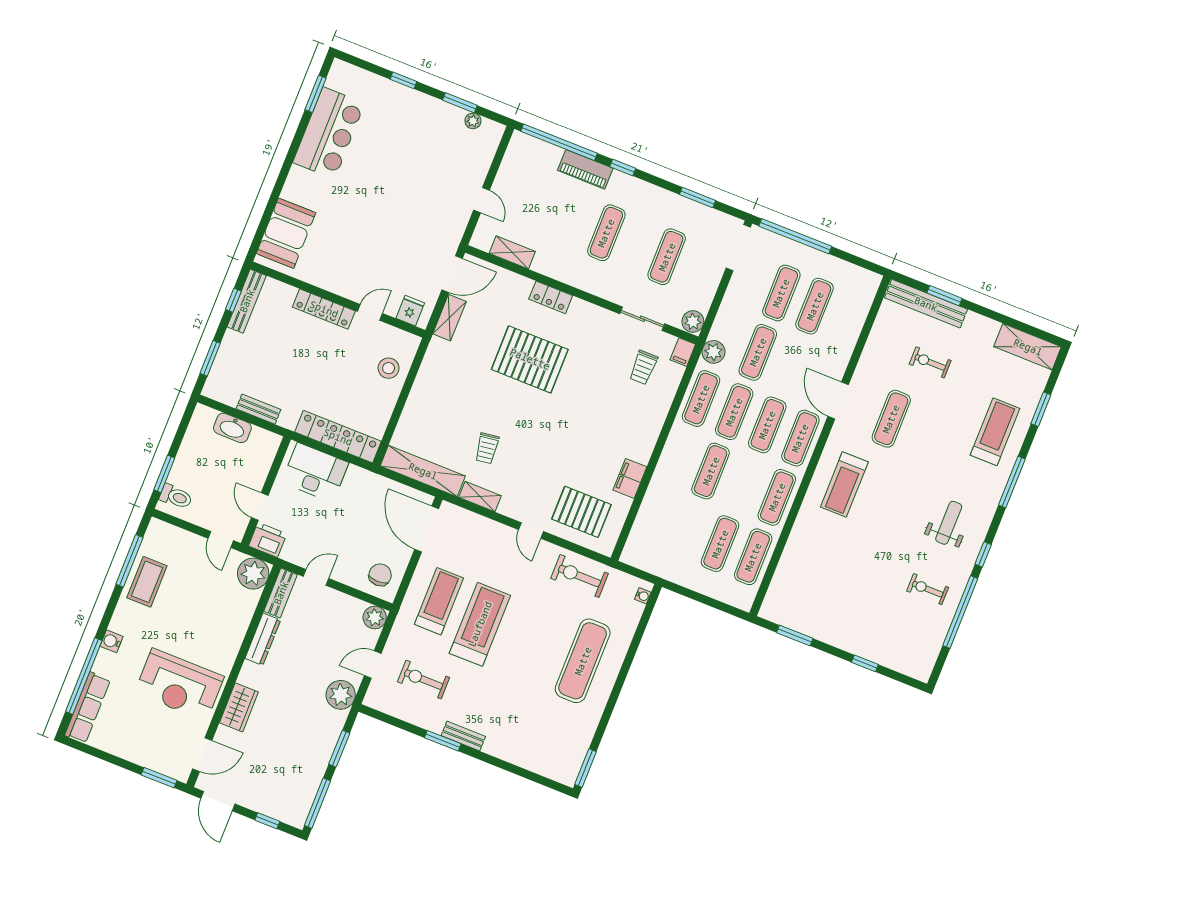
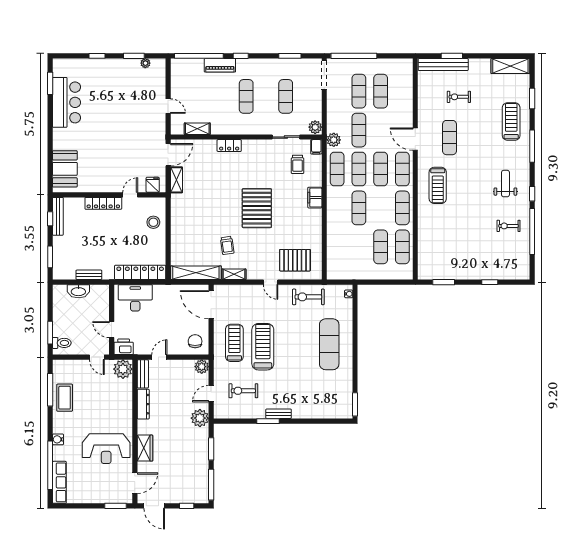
pallet: (530, 359) -> (257, 208), moved, turned 90
filing cabinet: (630, 478) -> (315, 198), moved

